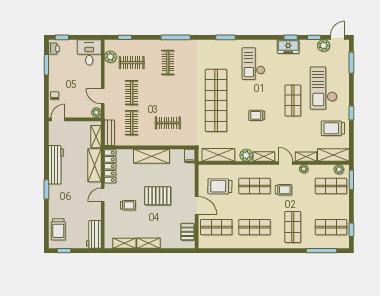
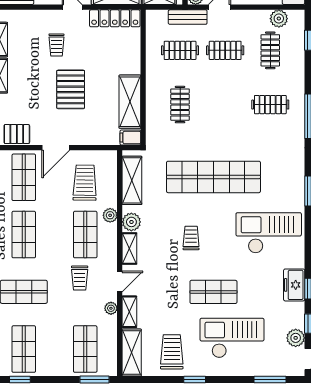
checkout: (253, 64) -> (269, 233), width x1.36, depth x1.21
bench: (109, 133) -> (188, 17), moved
shelving: (151, 156) -> (130, 102), moved
plant: (339, 169) -> (110, 215), moved

